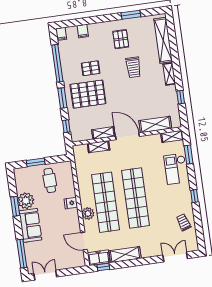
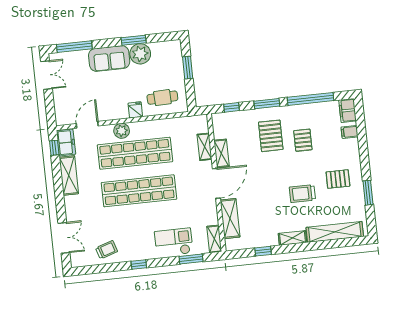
filing cabinet: (61, 34) -> (348, 110), width x2.00
pallet: (88, 94) -> (271, 136), width x0.73, depth x0.71
cafe table: (50, 180) -> (162, 98), moved

